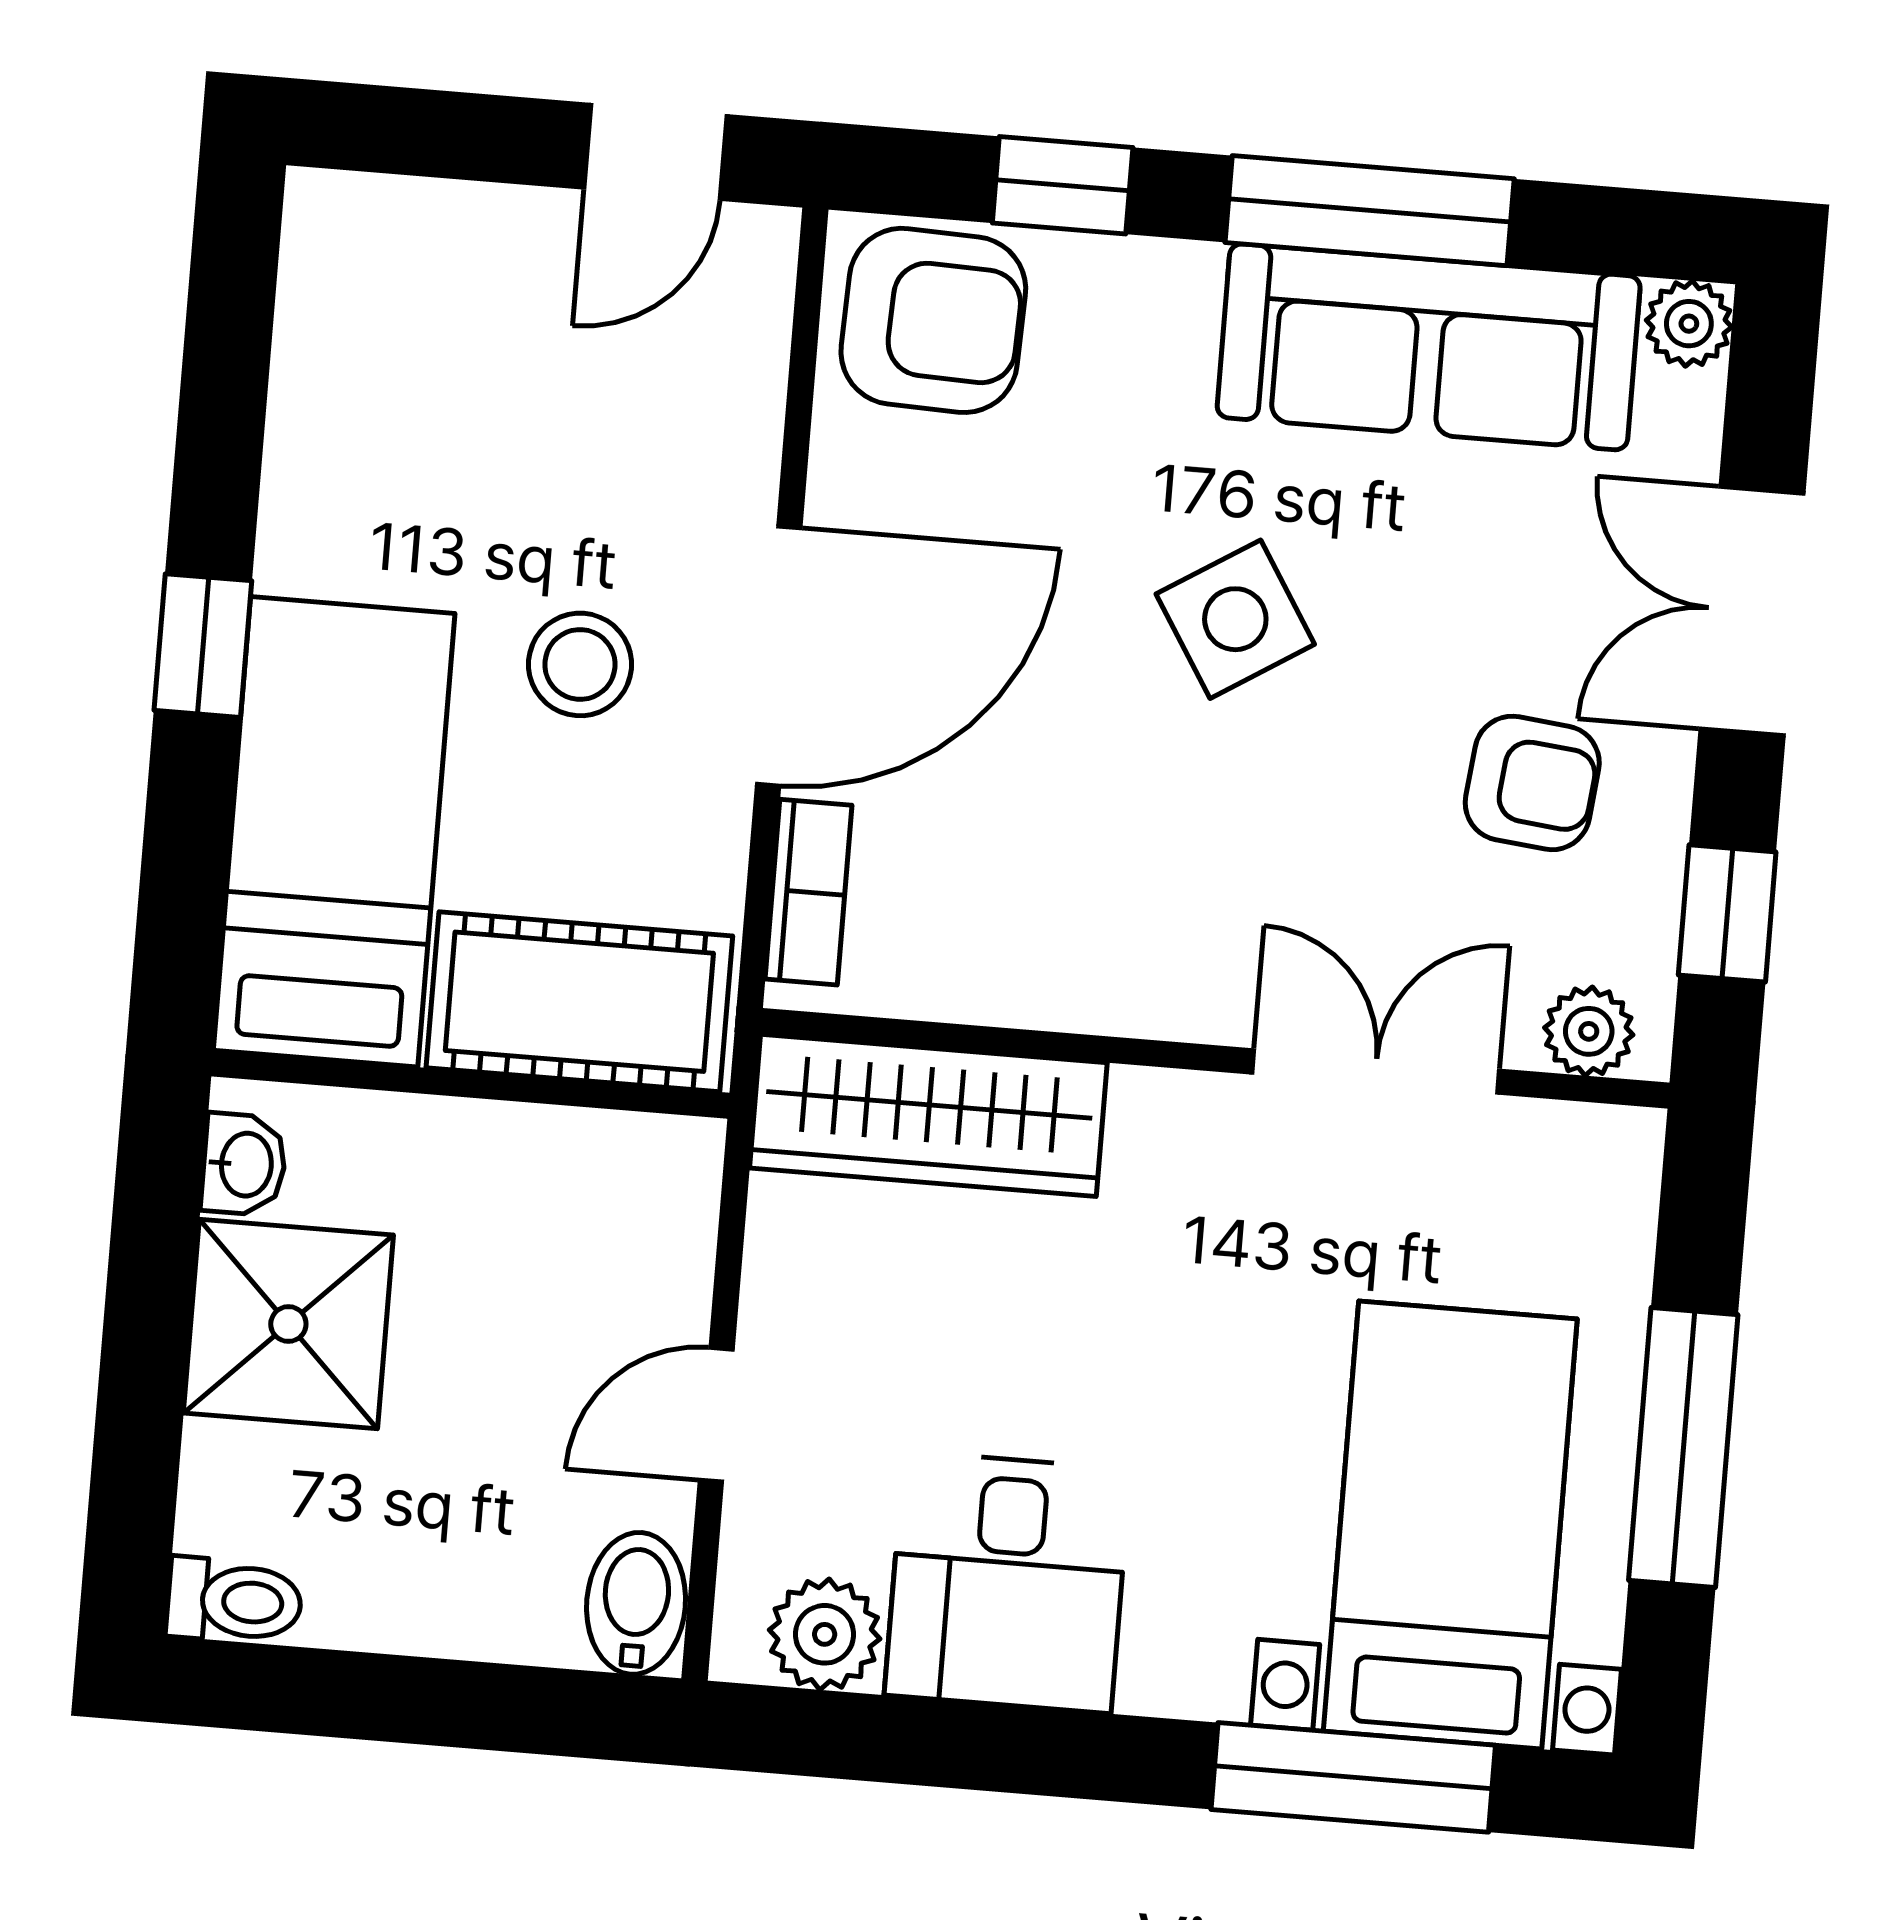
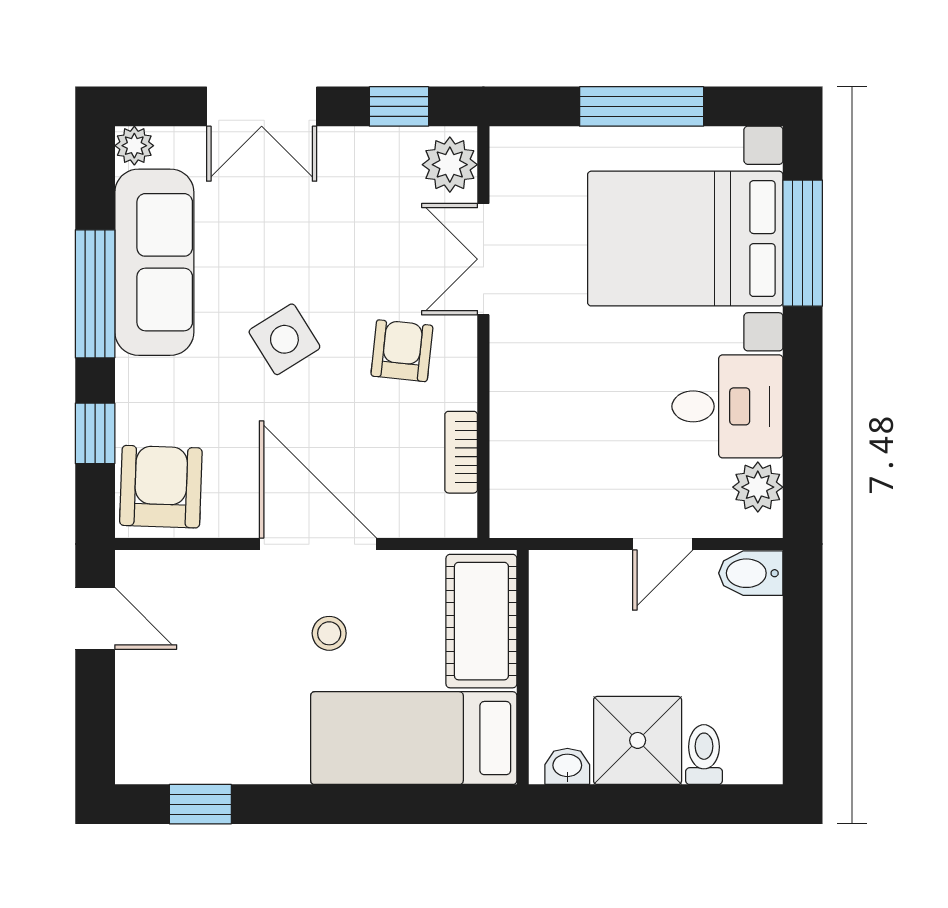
window: (203, 646) -> (200, 804), moved
stool: (580, 664) -> (329, 633), width x0.73, depth x0.73
armchair: (1532, 783) -> (402, 351), moved
bookcase: (809, 892) -> (461, 452), moved, turned -90
plant: (1589, 1031) -> (450, 165), width x1.38, depth x1.38
wardrobe: (928, 1115) -> (520, 459), removed
door: (716, 1415) -> (663, 544), hinge flipped
bed with nightstands: (1450, 1525) -> (685, 239), width x1.36
toilet: (234, 1601) -> (704, 755), moved

